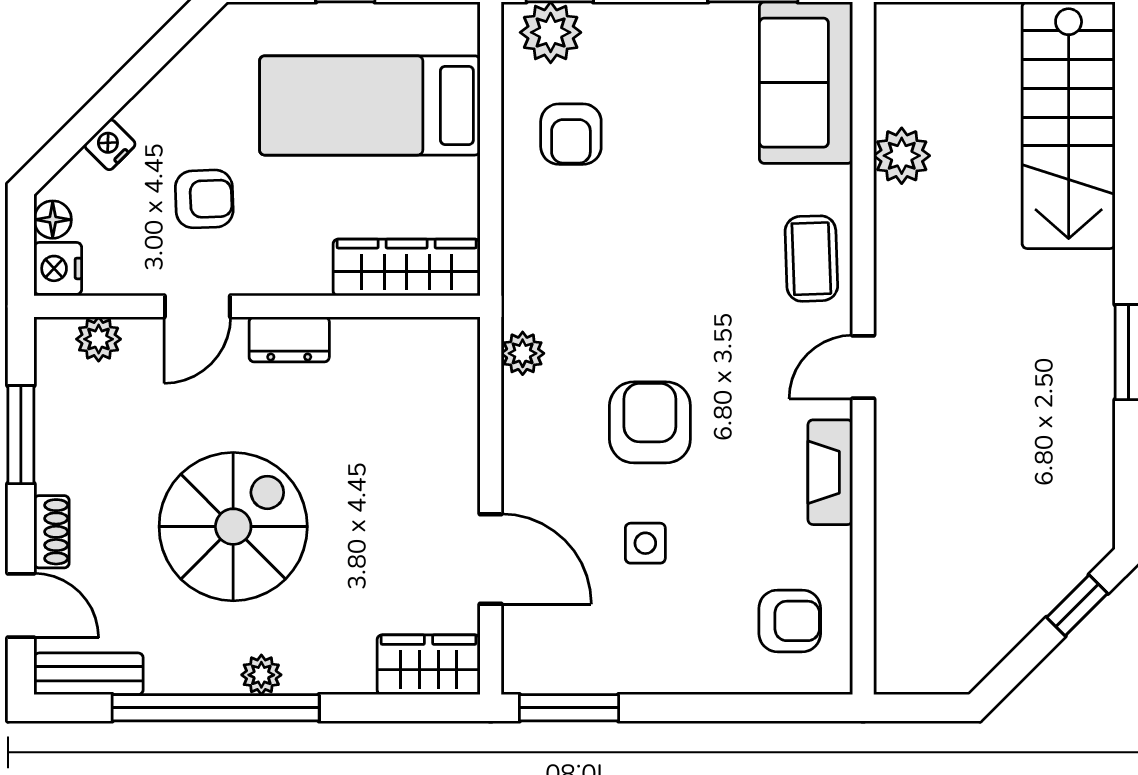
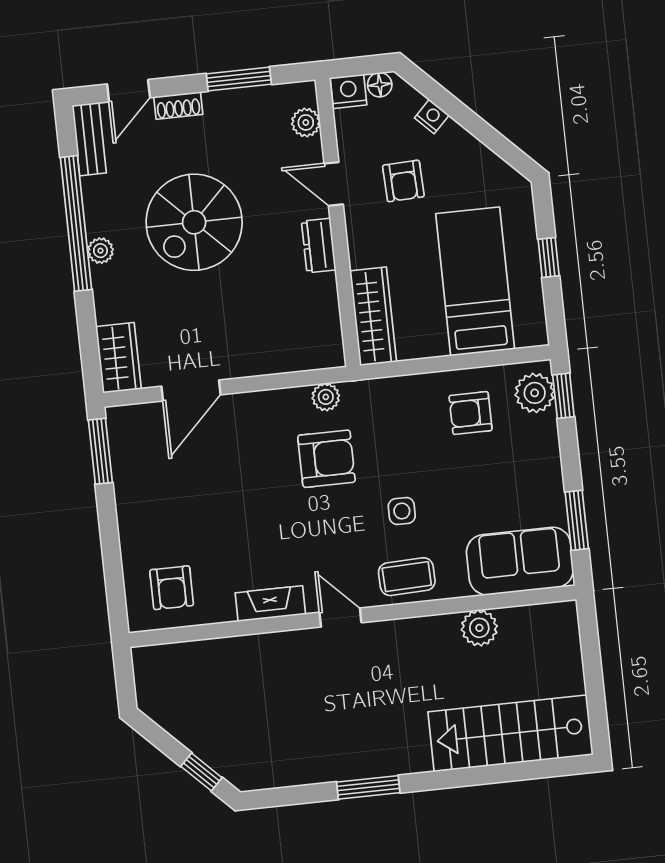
armchair: (650, 422) -> (326, 459), moved
spiral stairs: (233, 527) -> (194, 222), turned 90
side table: (645, 543) -> (402, 511), moved

